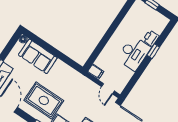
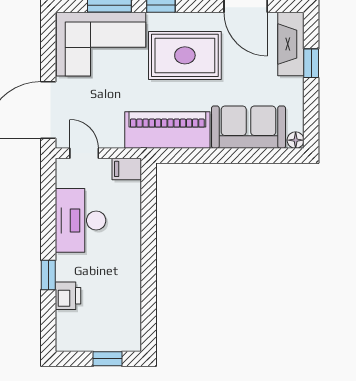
desk: (134, 53) -> (81, 220), moved
piano: (70, 76) -> (167, 130), added

